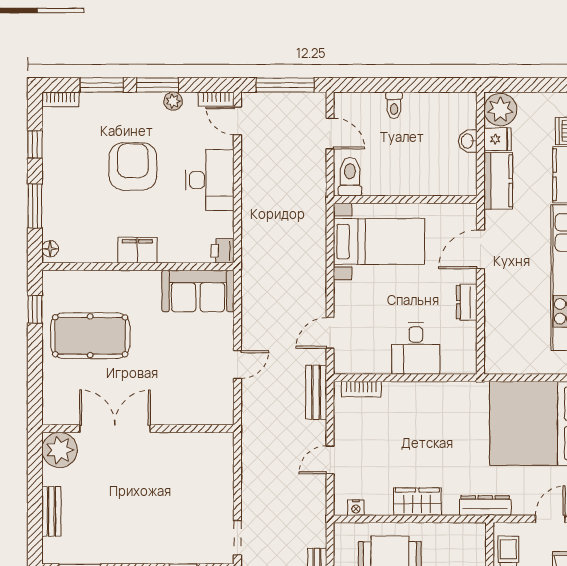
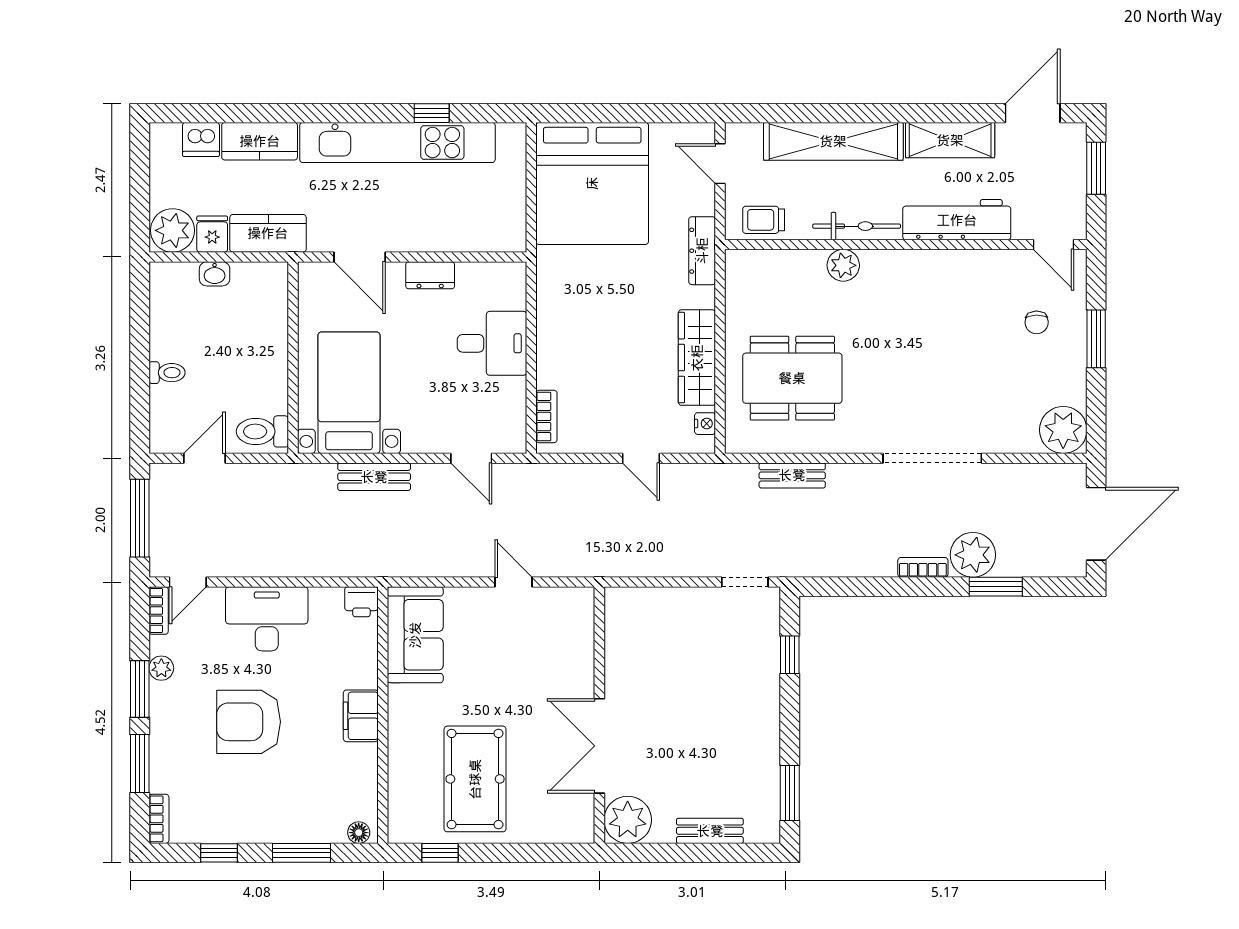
bench: (316, 392) -> (374, 477), moved
wardrobe: (417, 502) -> (697, 358), width x1.50

